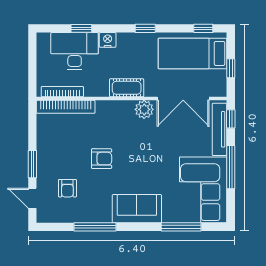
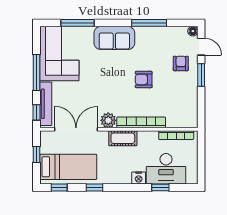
window: (145, 28) -> (95, 188), moved
bookcase: (66, 107) -> (141, 122), moved
armchair: (67, 188) -> (181, 63), moved
floor lamp: (42, 217) -> (193, 31), added

